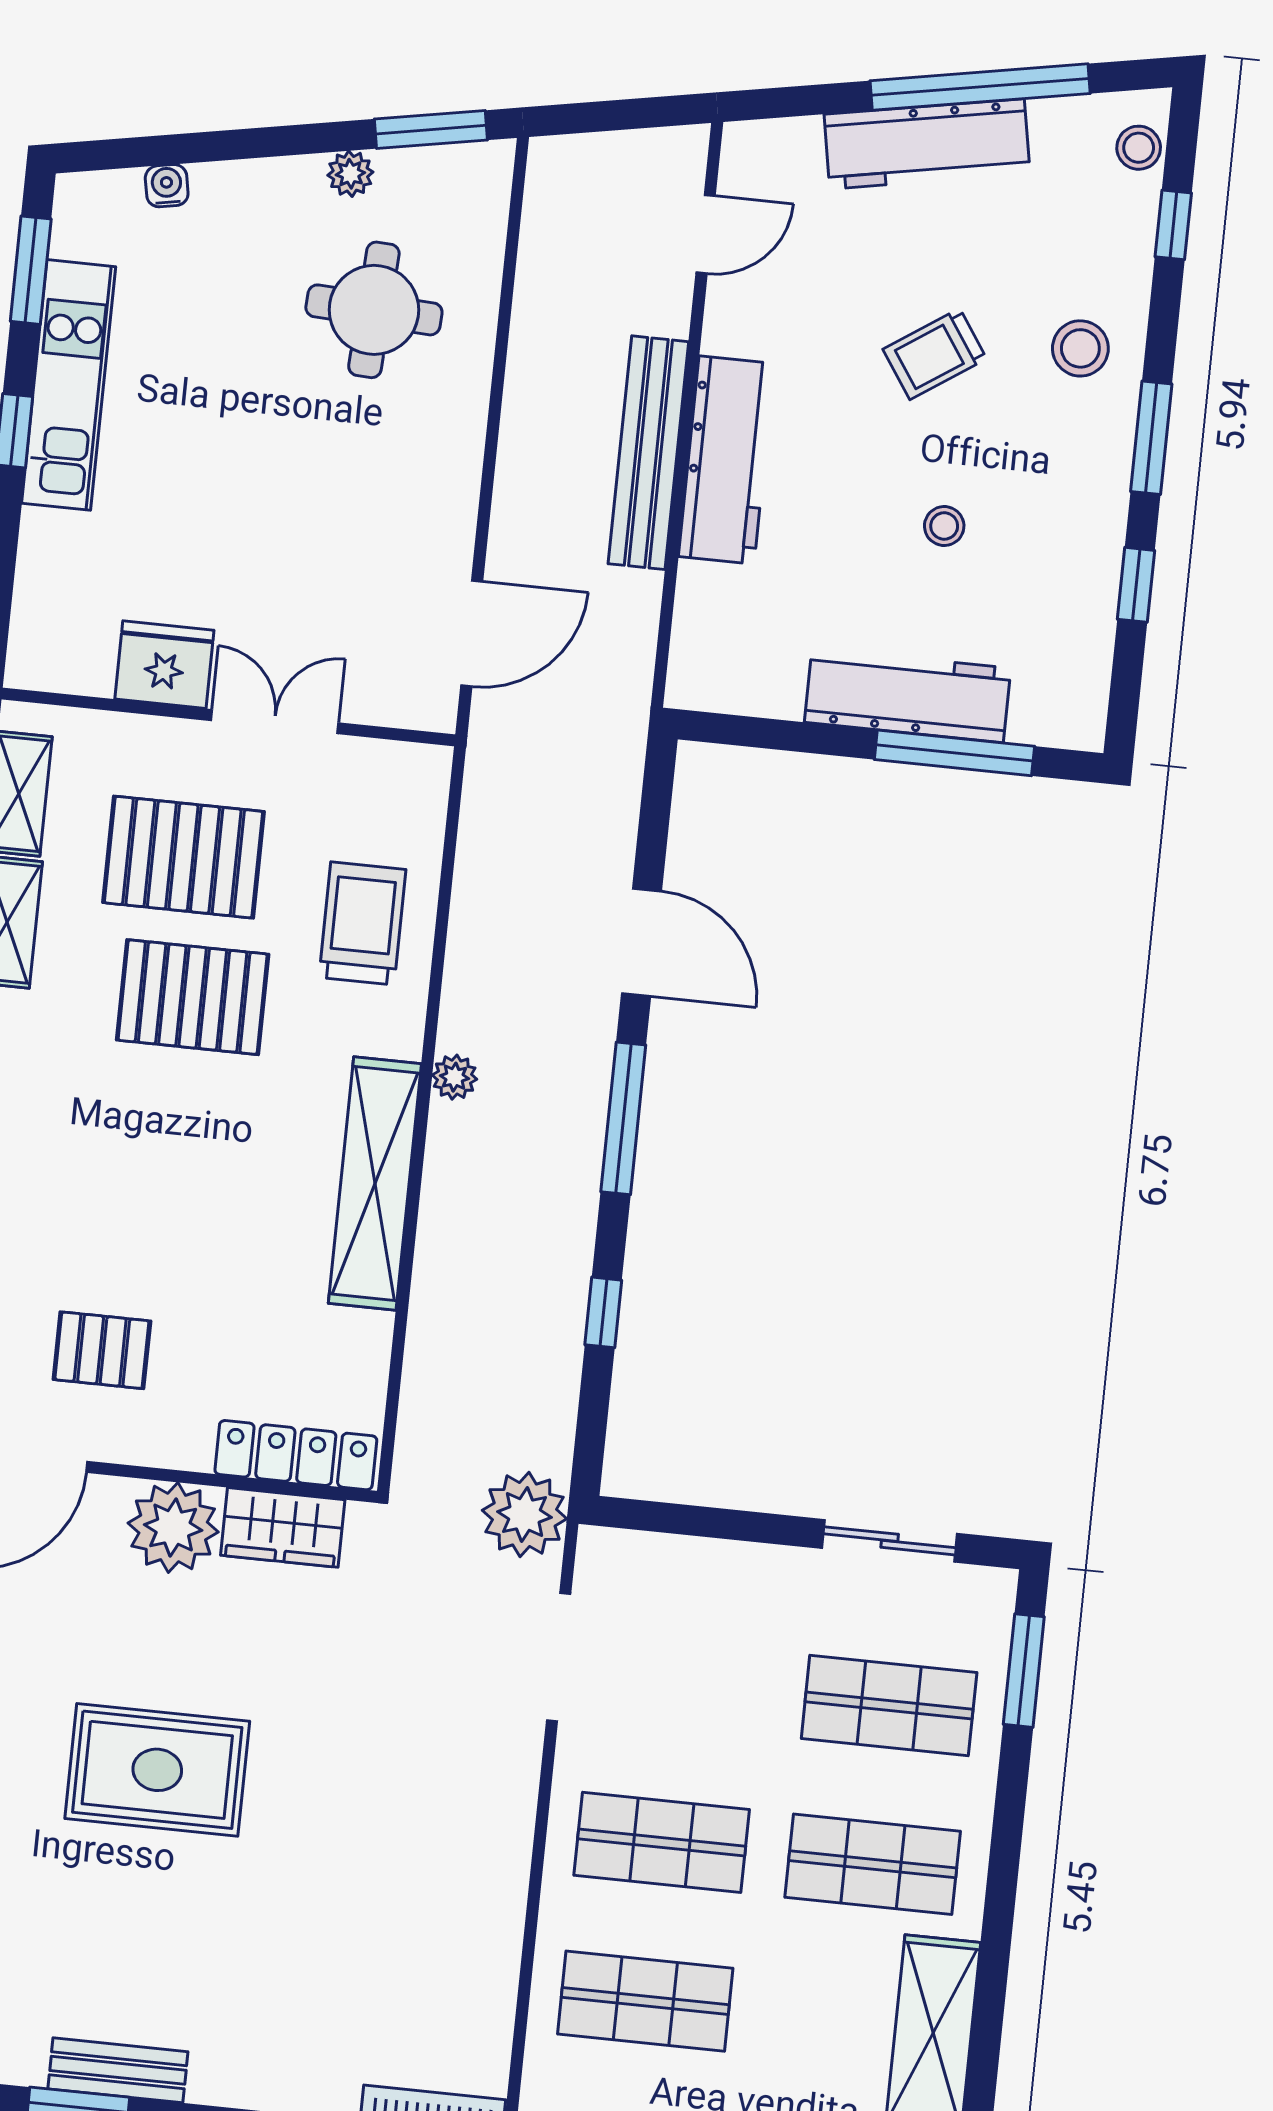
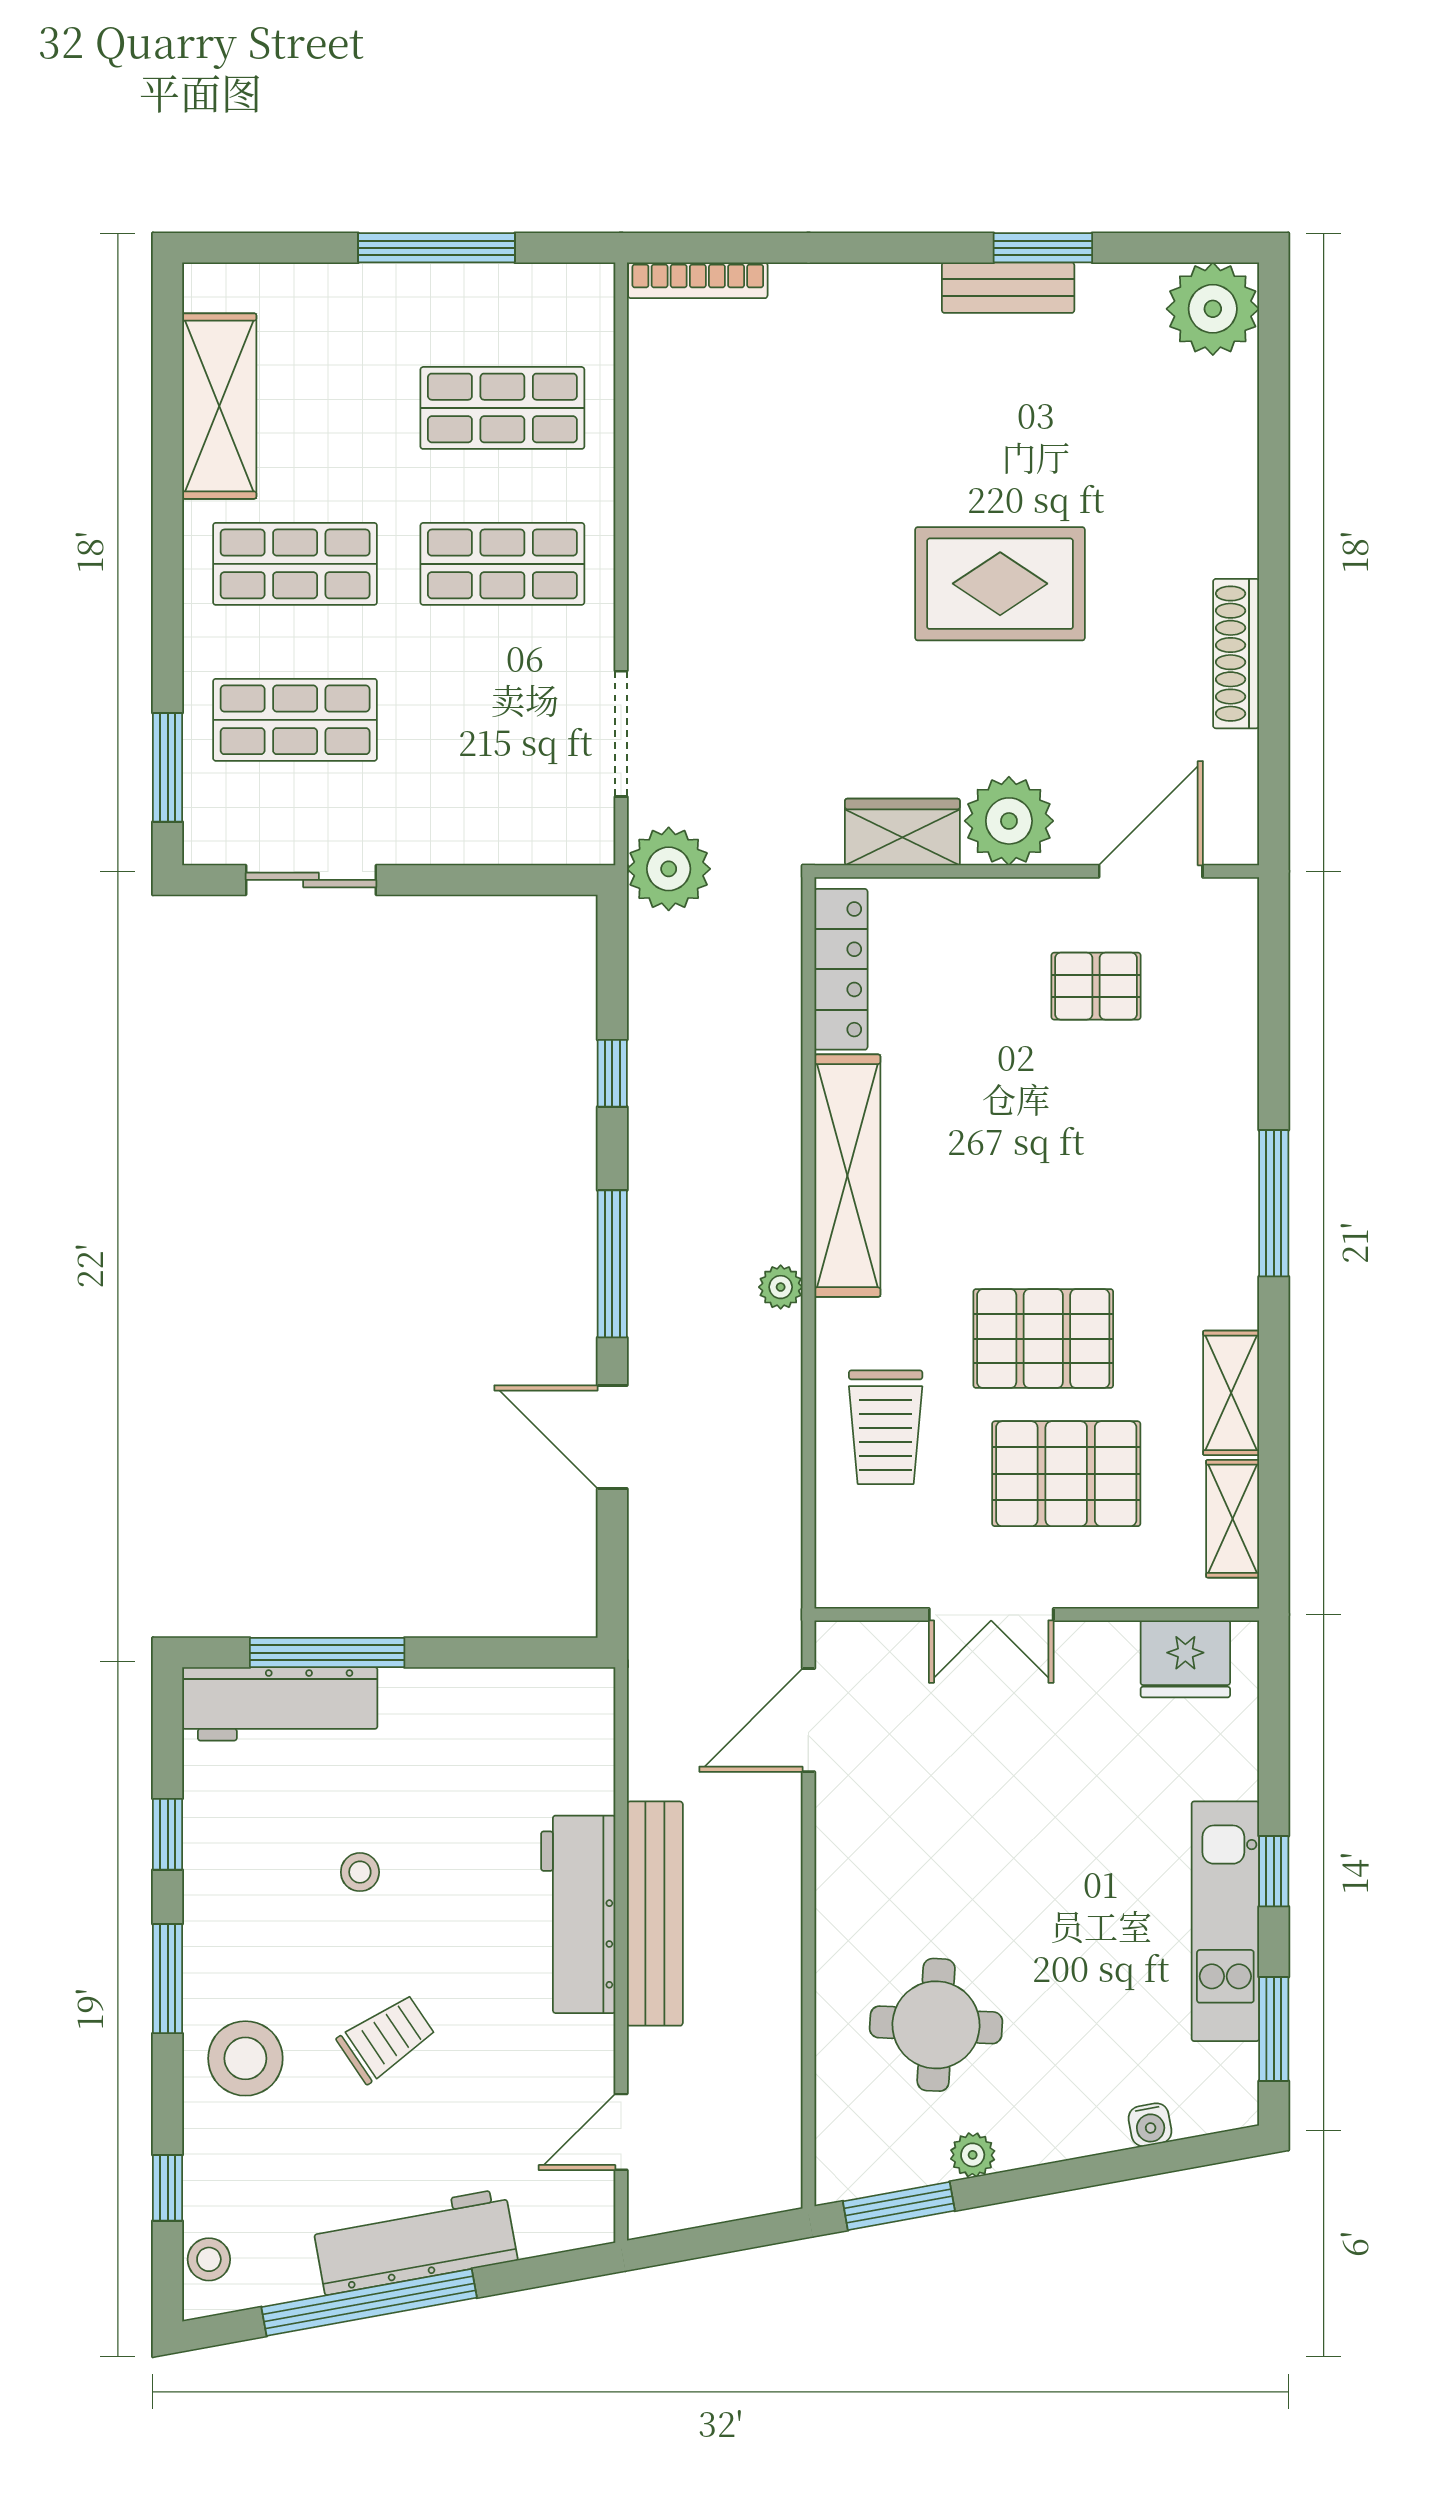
stool: (1080, 348) -> (245, 2058), width x1.38, depth x1.38
fridge: (164, 665) -> (1185, 1659), moved
workbench: (908, 695) -> (280, 1704), moved
locker: (296, 1455) -> (841, 969), moved, turned -90

